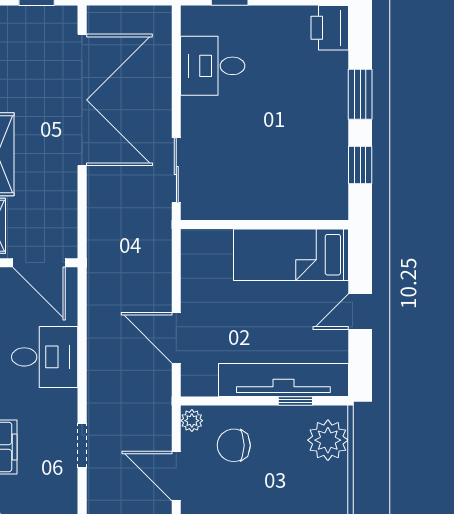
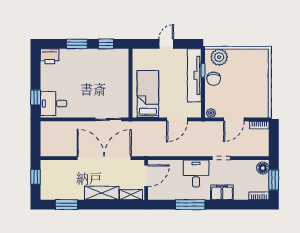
desk: (213, 66) -> (54, 104), moved, turned 90
double door: (82, 100) -> (104, 158), moved
bed: (291, 255) -> (148, 94), moved, turned 180
door: (360, 312) -> (166, 44), swing flipped
desk: (45, 357) -> (196, 173), moved
chair: (234, 445) -> (214, 79), moved

